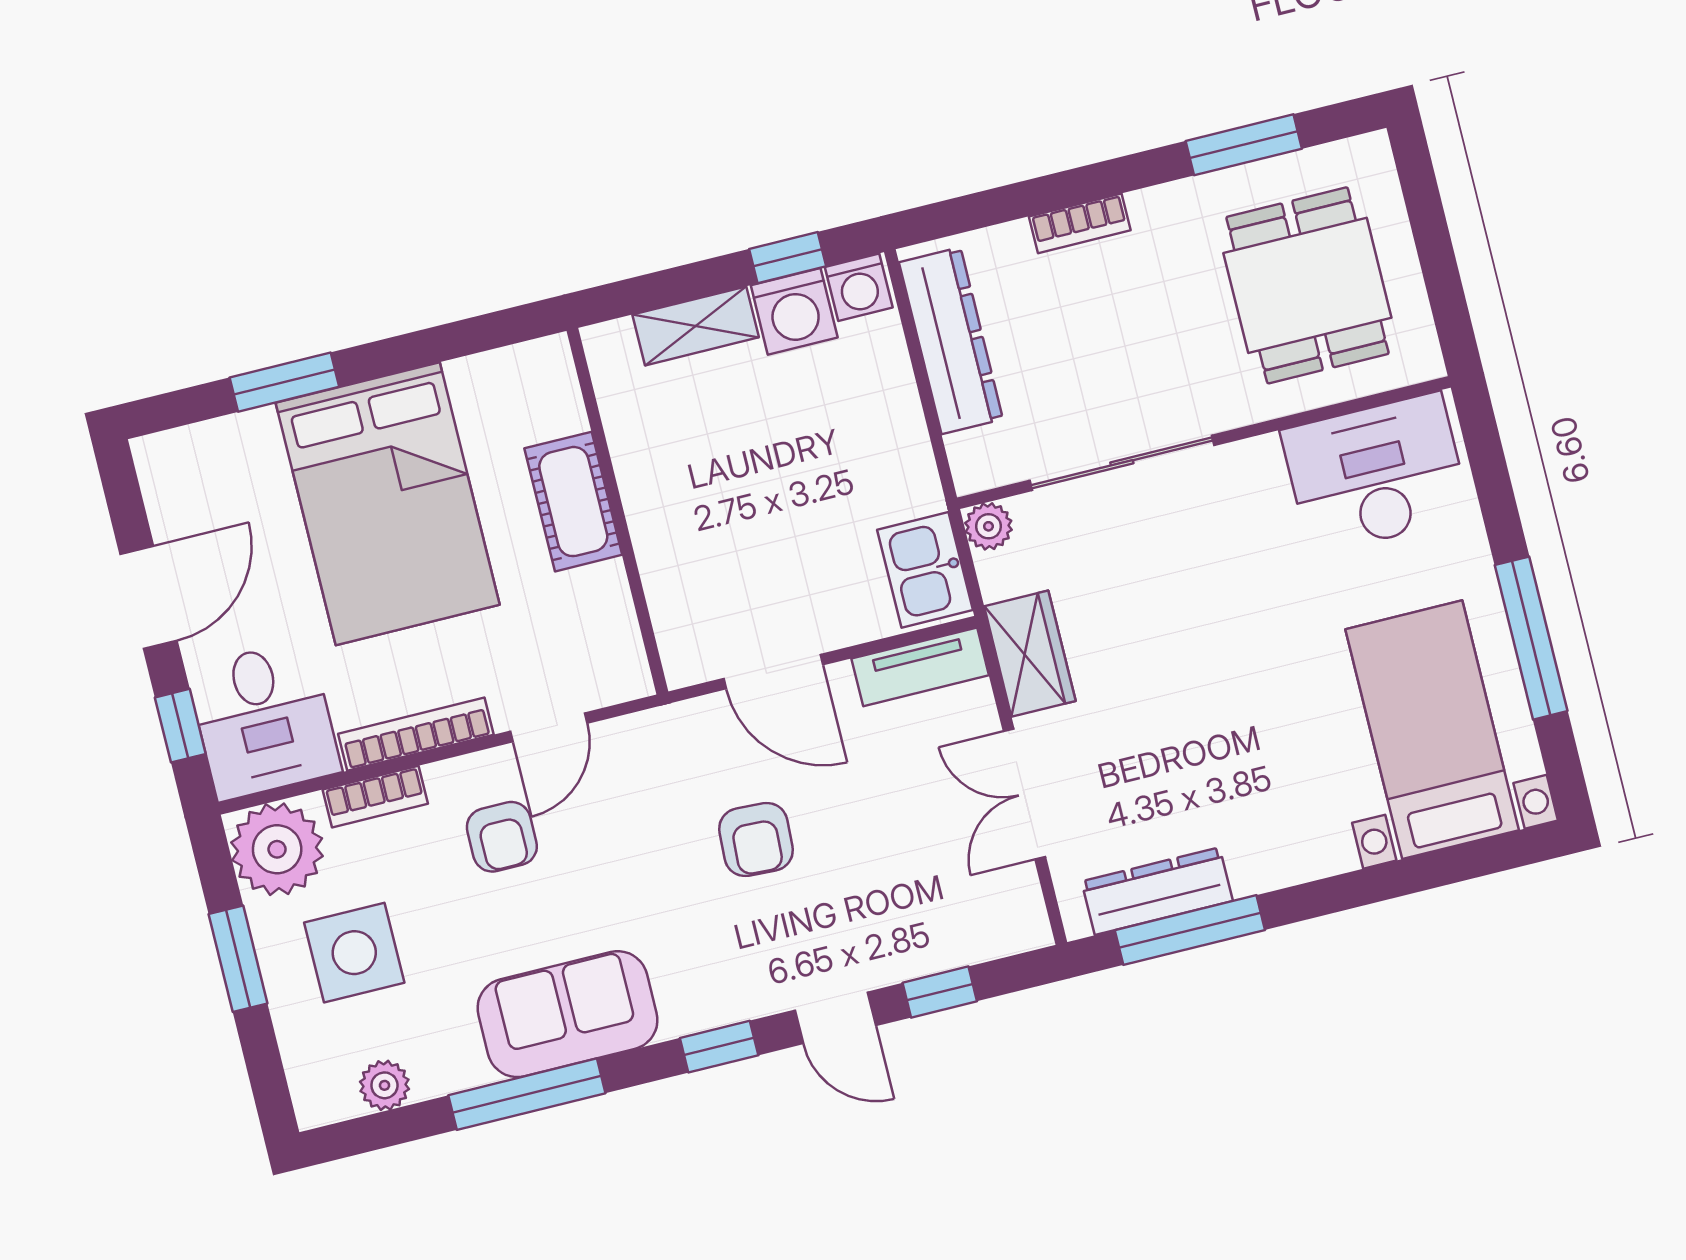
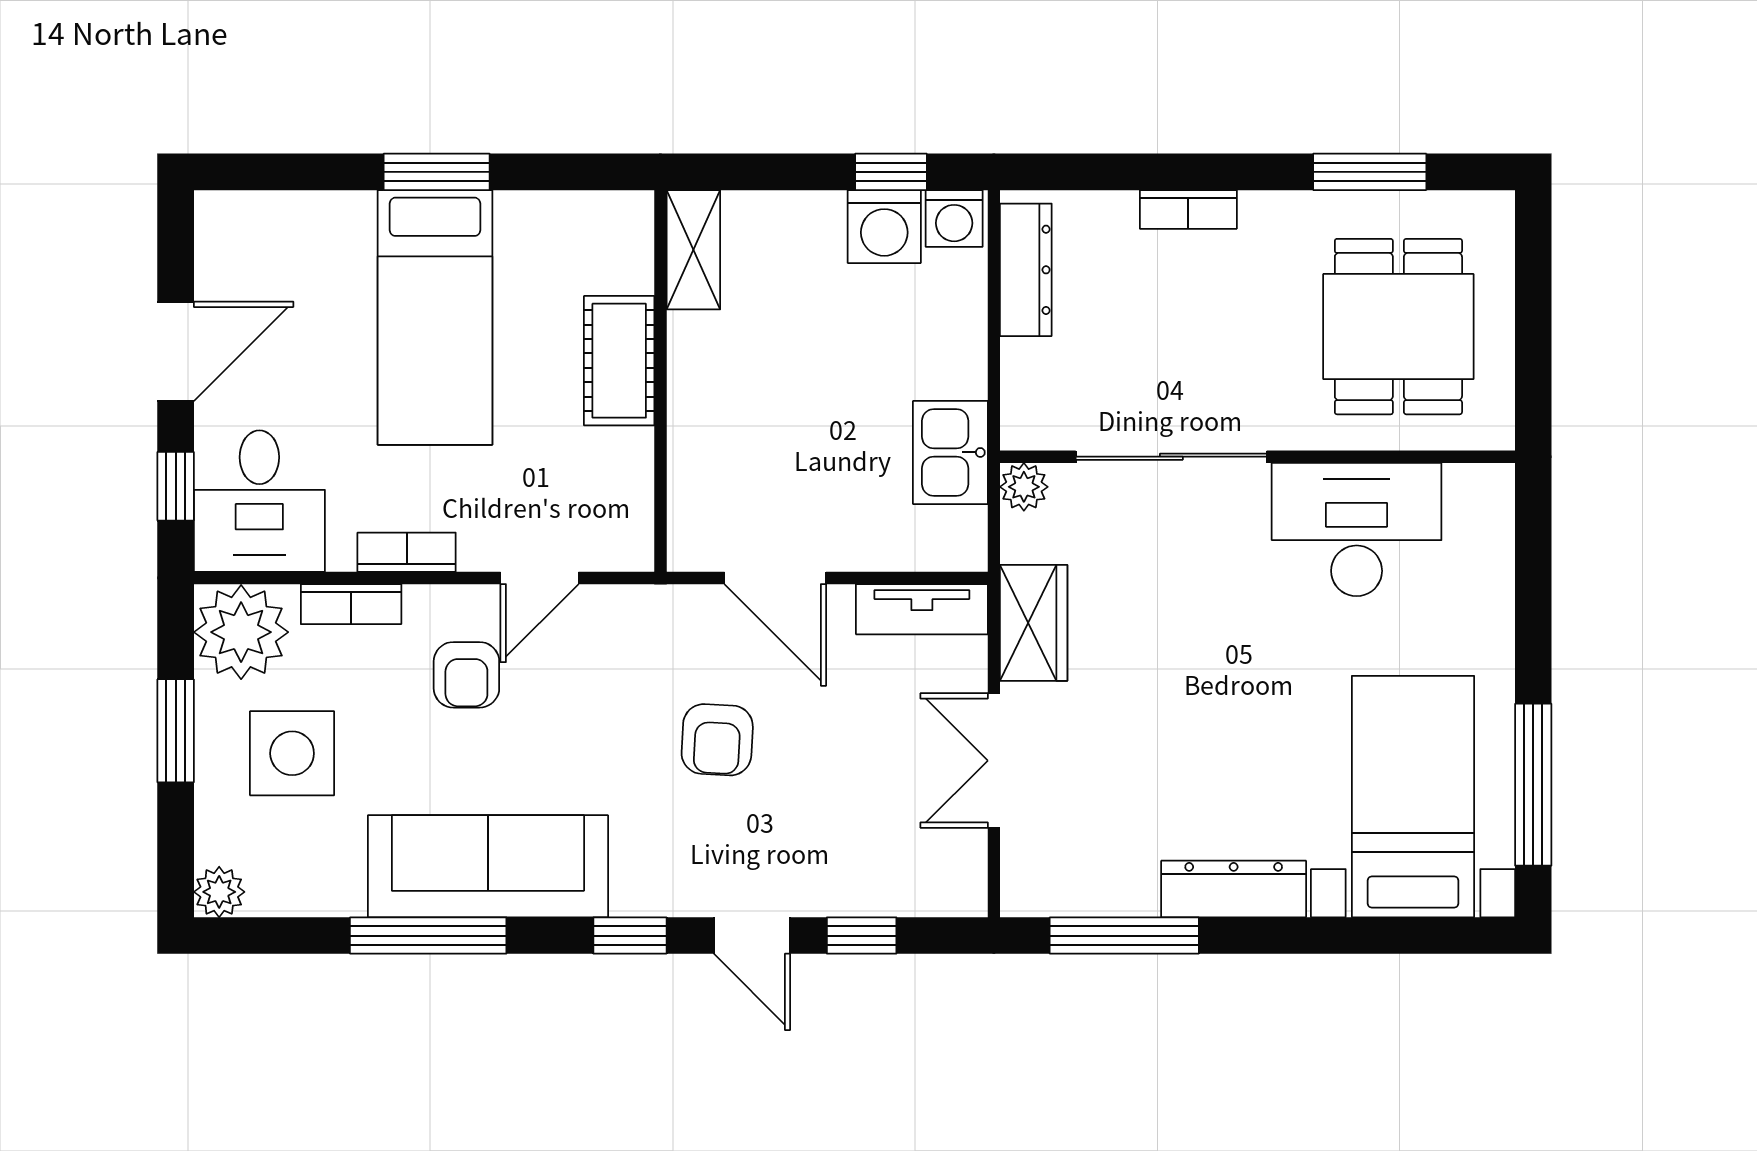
shelving: (696, 326) -> (693, 250), moved, turned 90
dresser: (951, 341) -> (1026, 270), width x0.73, depth x0.80
window: (284, 382) -> (437, 172), moved
desk: (1376, 474) -> (1357, 529), moved
bed: (388, 504) -> (435, 317), width x0.67
kitchen sink: (925, 570) -> (950, 452), moved
window: (1531, 638) -> (1533, 785), moved
bookcase: (416, 734) -> (407, 552), width x0.64
dresser: (1157, 891) -> (1234, 889), moved
sofa: (568, 1014) -> (488, 866), width x1.36
plant: (384, 1085) -> (219, 892), moved

